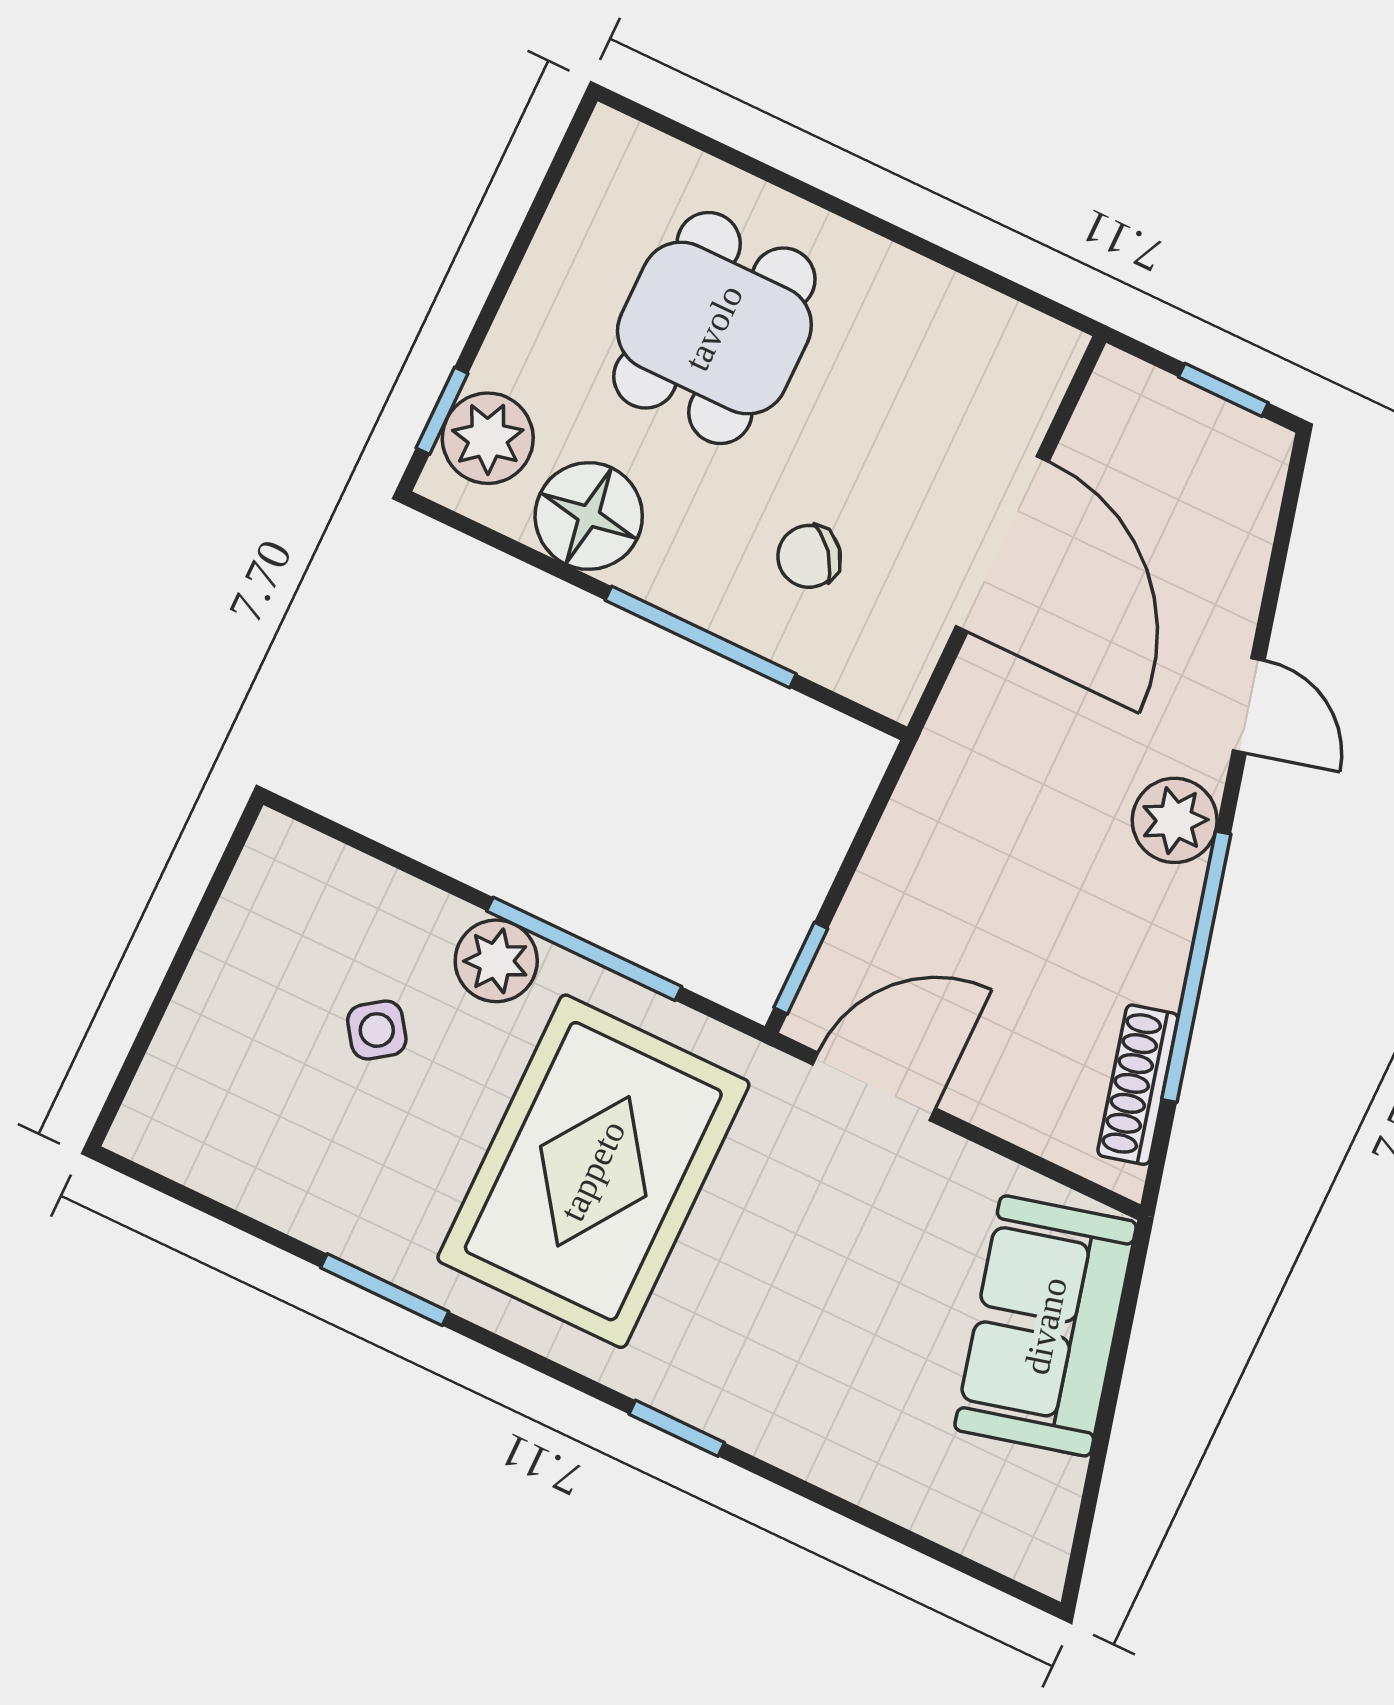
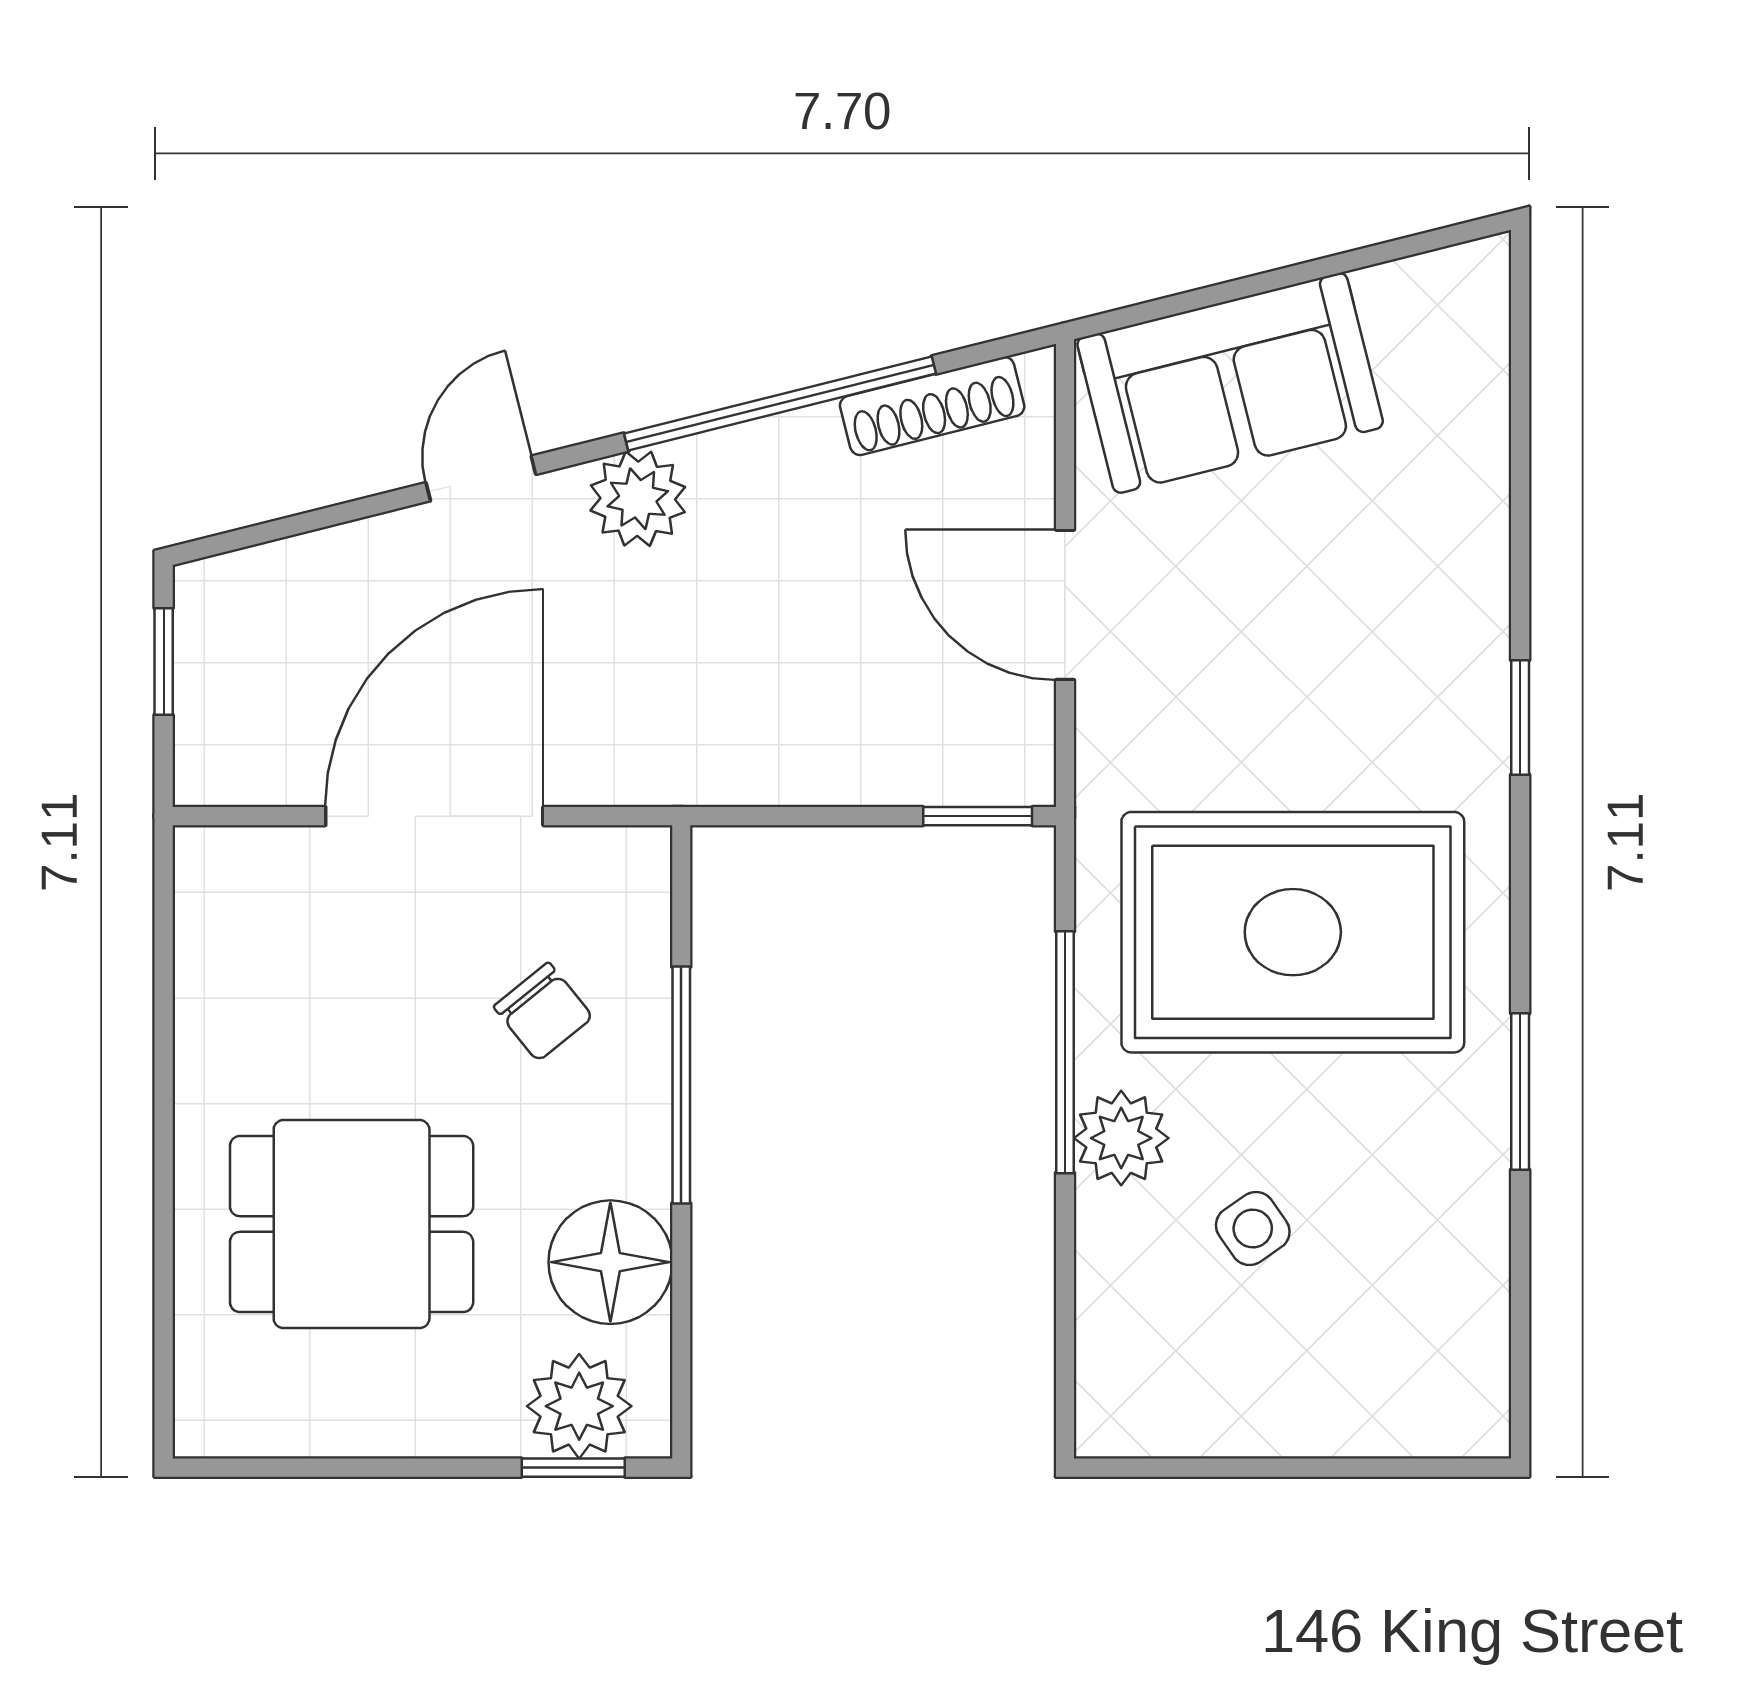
door: (874, 1086) -> (1065, 605), moved

